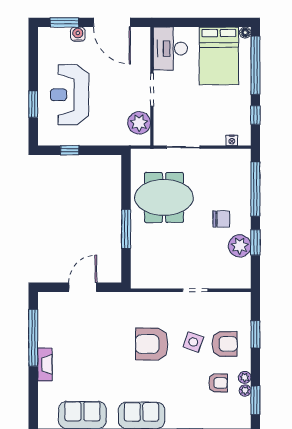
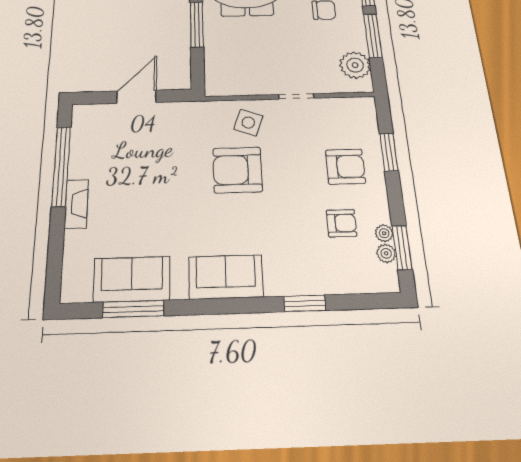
window: (255, 242) -> (373, 36), width x1.44
plant: (240, 246) -> (355, 65), moved
side table: (193, 342) -> (248, 123), moved
plant: (245, 377) -> (386, 253), moved

